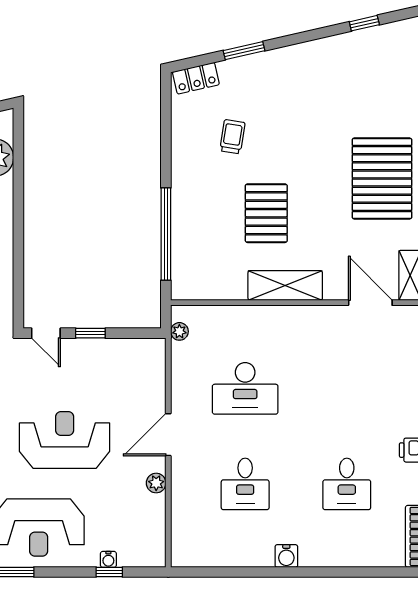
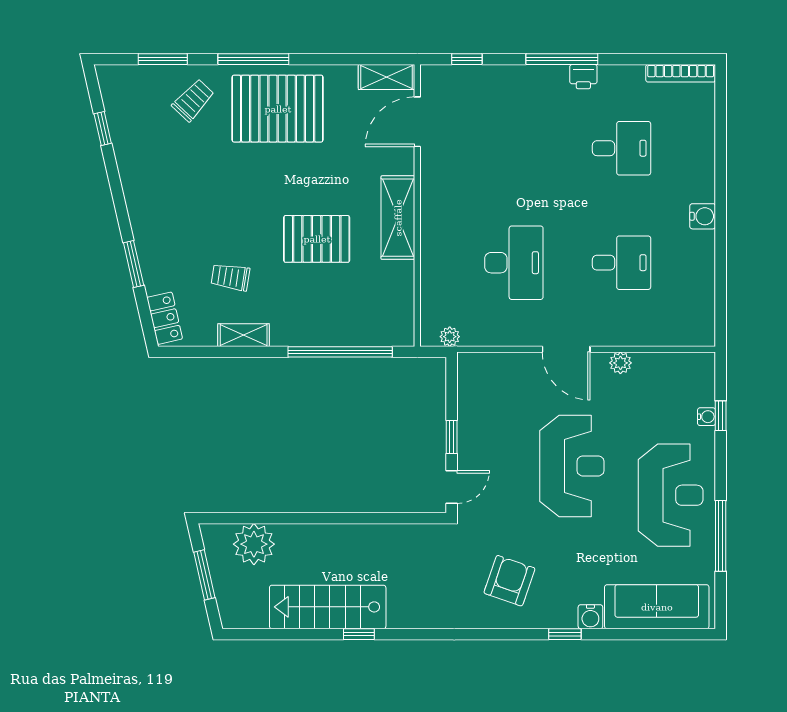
trolley: (389, 104) -> (193, 100), added
shelving: (181, 148) -> (244, 335), added
reception desk: (65, 440) -> (572, 466), turned 180

